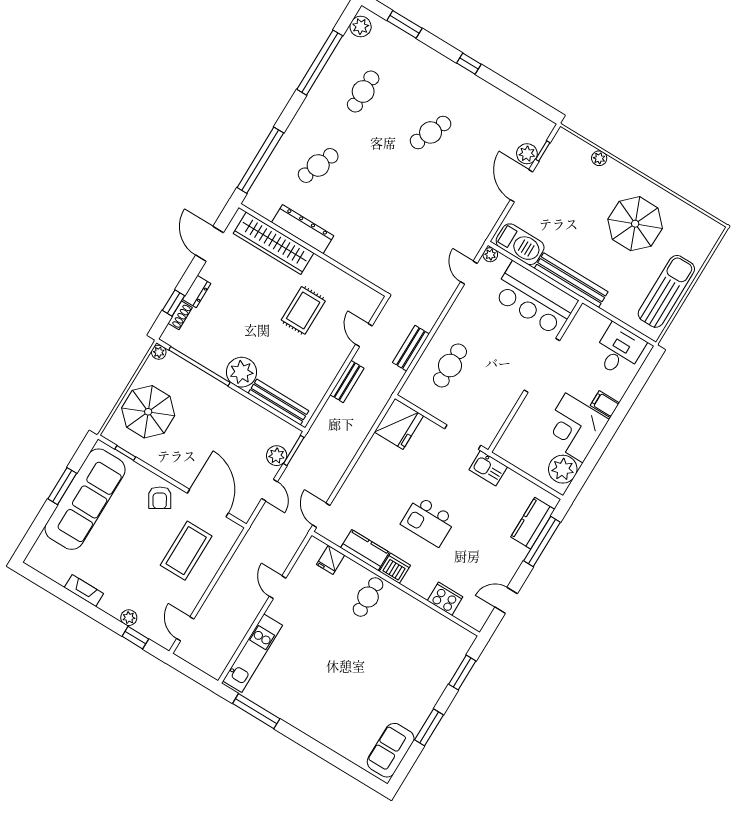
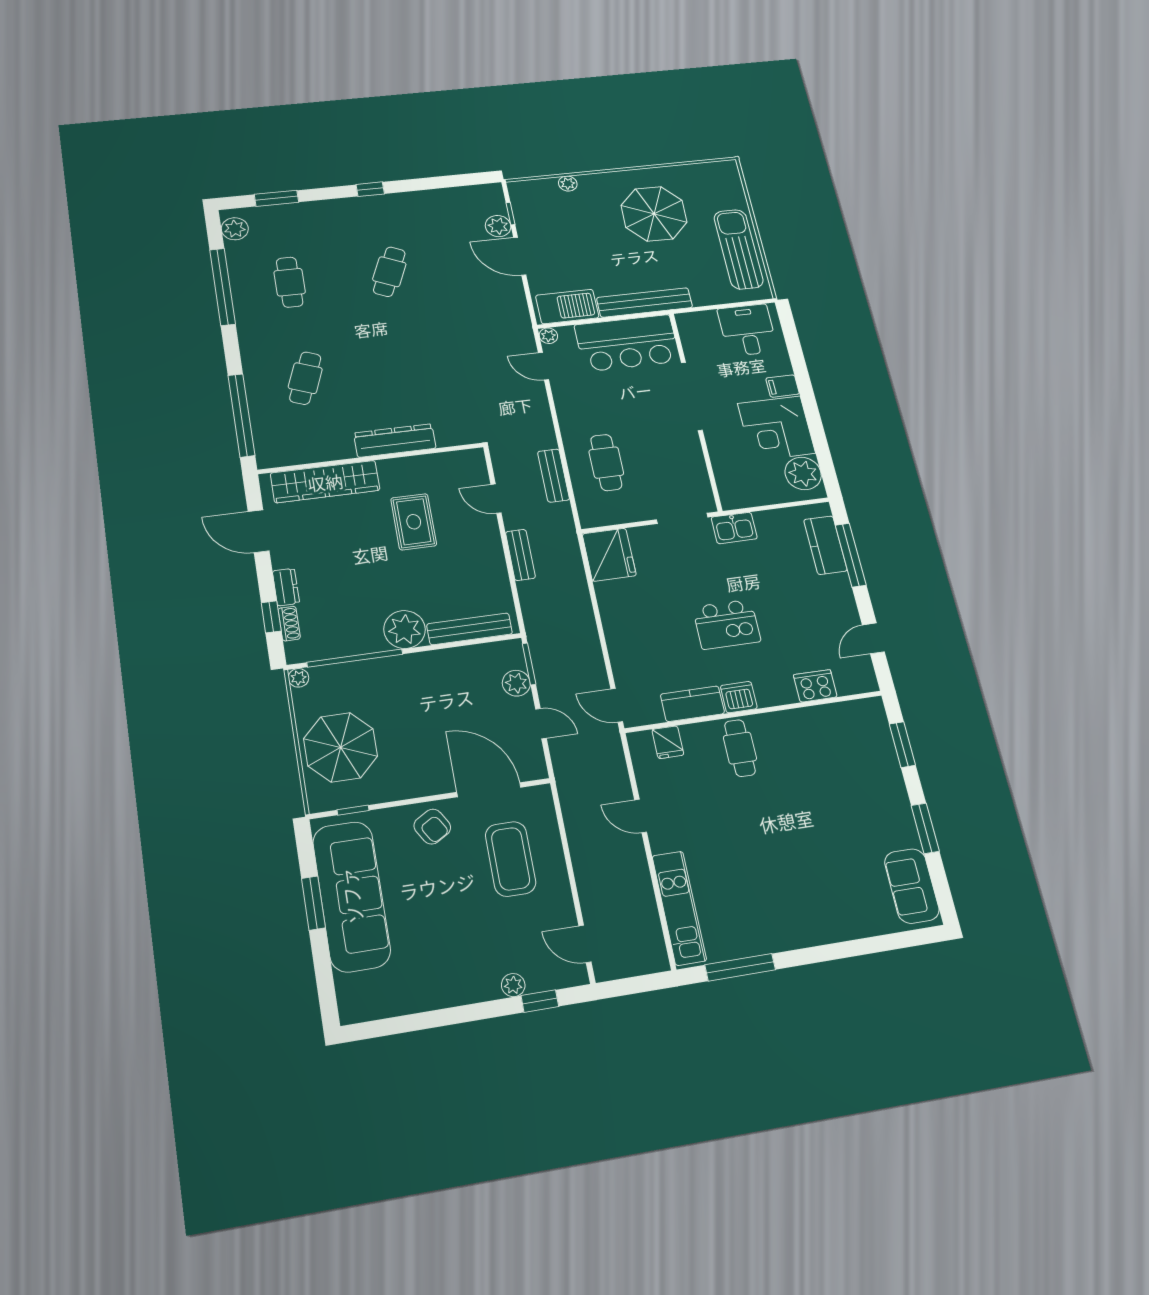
dresser: (303, 229) -> (395, 441), moved
fireplace: (84, 591) -> (437, 998), removed

